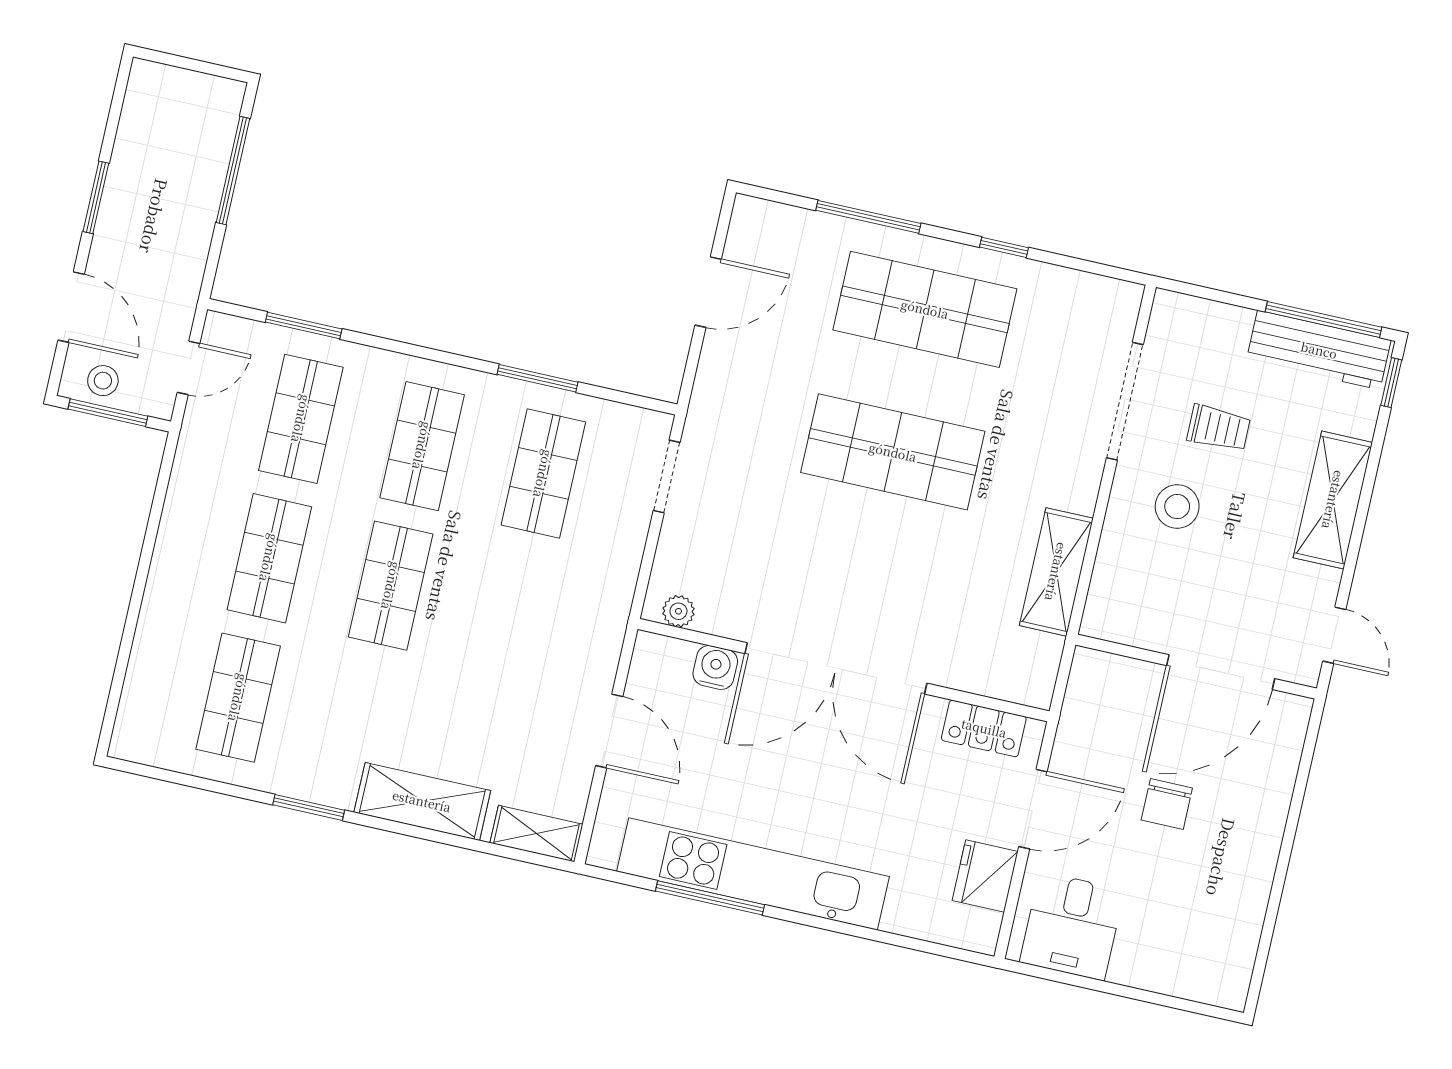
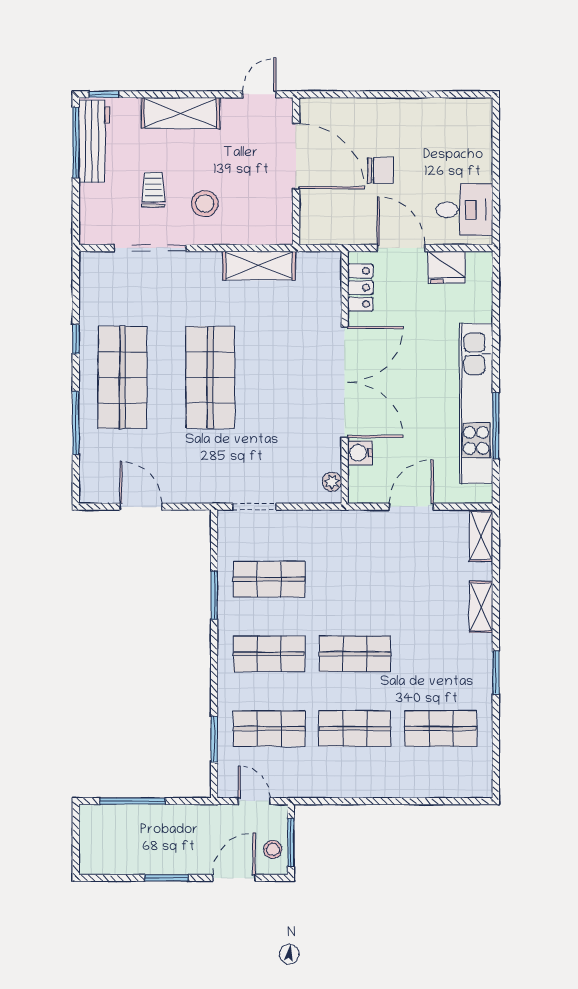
shelving: (422, 801) -> (481, 607), width x0.67, depth x0.75

